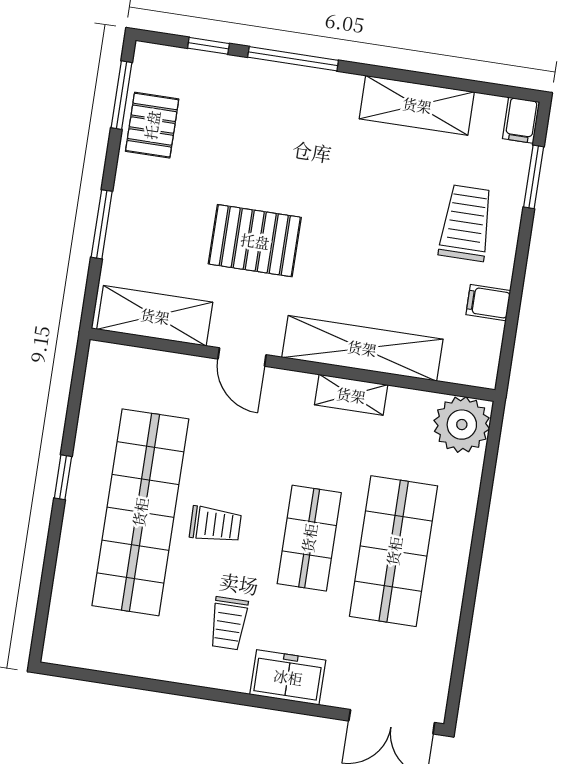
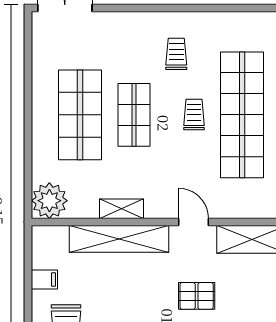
pallet: (255, 241) -> (197, 296), width x0.67, depth x0.71
trolley: (215, 525) -> (194, 114), turned 91
freezer: (288, 677) -> (134, 26), removed

